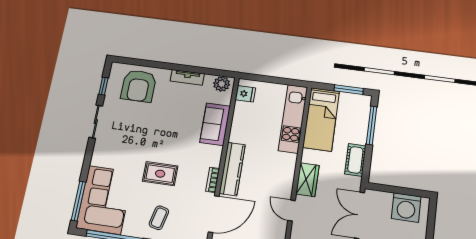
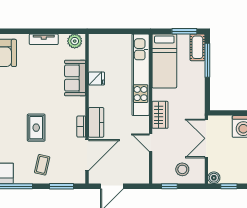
fridge: (245, 94) -> (97, 79), moved
kitchen unit: (293, 119) -> (141, 75), width x1.36
cot: (355, 160) -> (197, 47), moved
kitchen counter: (232, 169) -> (96, 122), width x0.67
rug: (160, 174) -> (36, 128), turned 90

